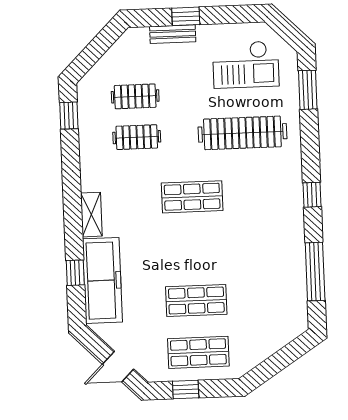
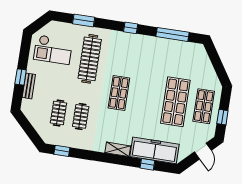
checkout: (246, 65) -> (53, 50), turned 90
window: (308, 90) -> (84, 21), moved
shop shelf: (196, 300) -> (175, 102), width x1.43, depth x1.36

